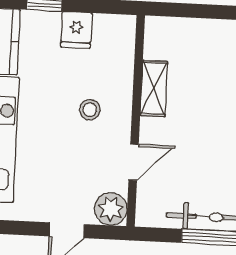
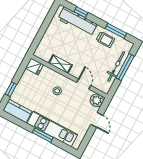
fridge: (76, 30) -> (34, 66), moved

